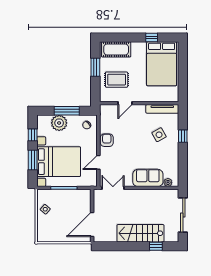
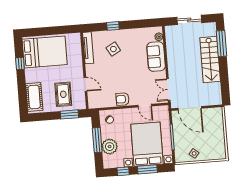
window: (95, 67) -> (69, 114), moved
sliding door: (183, 215) -> (189, 20), width x0.73
door: (92, 224) -> (190, 108), moved
window: (156, 246) -> (221, 44), width x2.17

